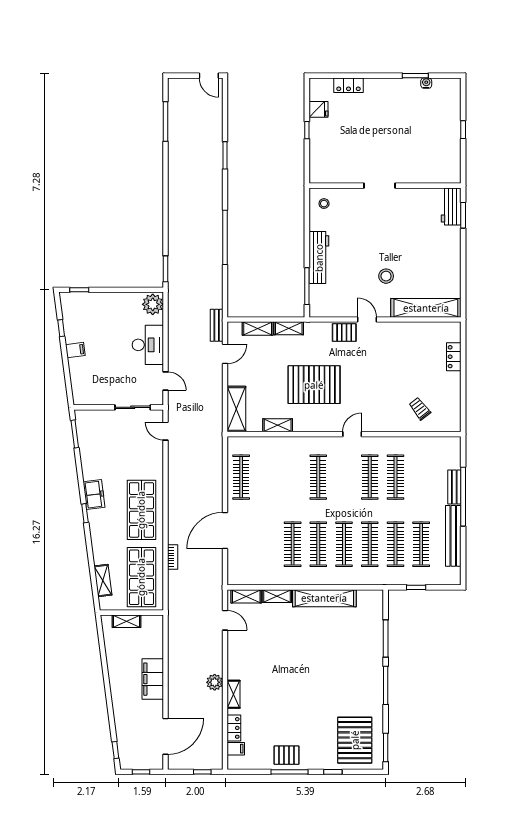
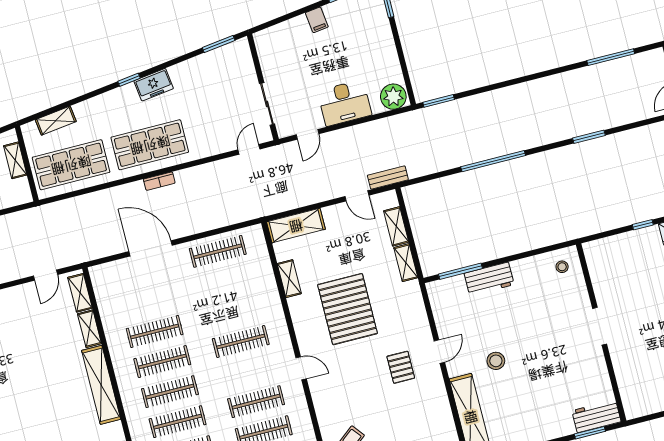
workbench: (319, 258) -> (489, 279), width x0.73
pallet: (344, 333) -> (401, 367), moved
bookcase: (173, 557) -> (159, 181), moved

